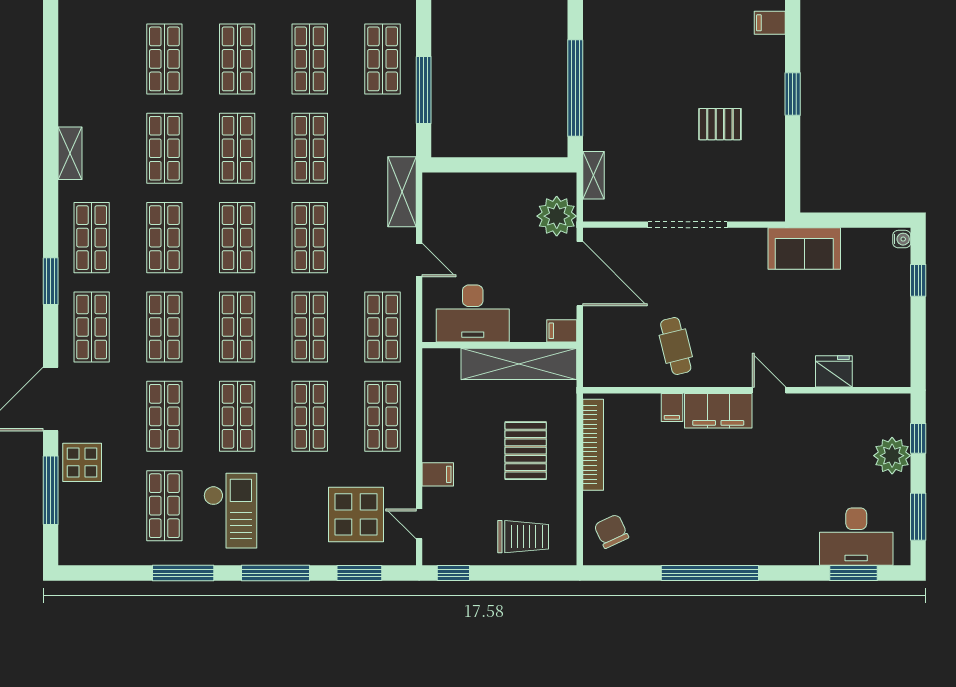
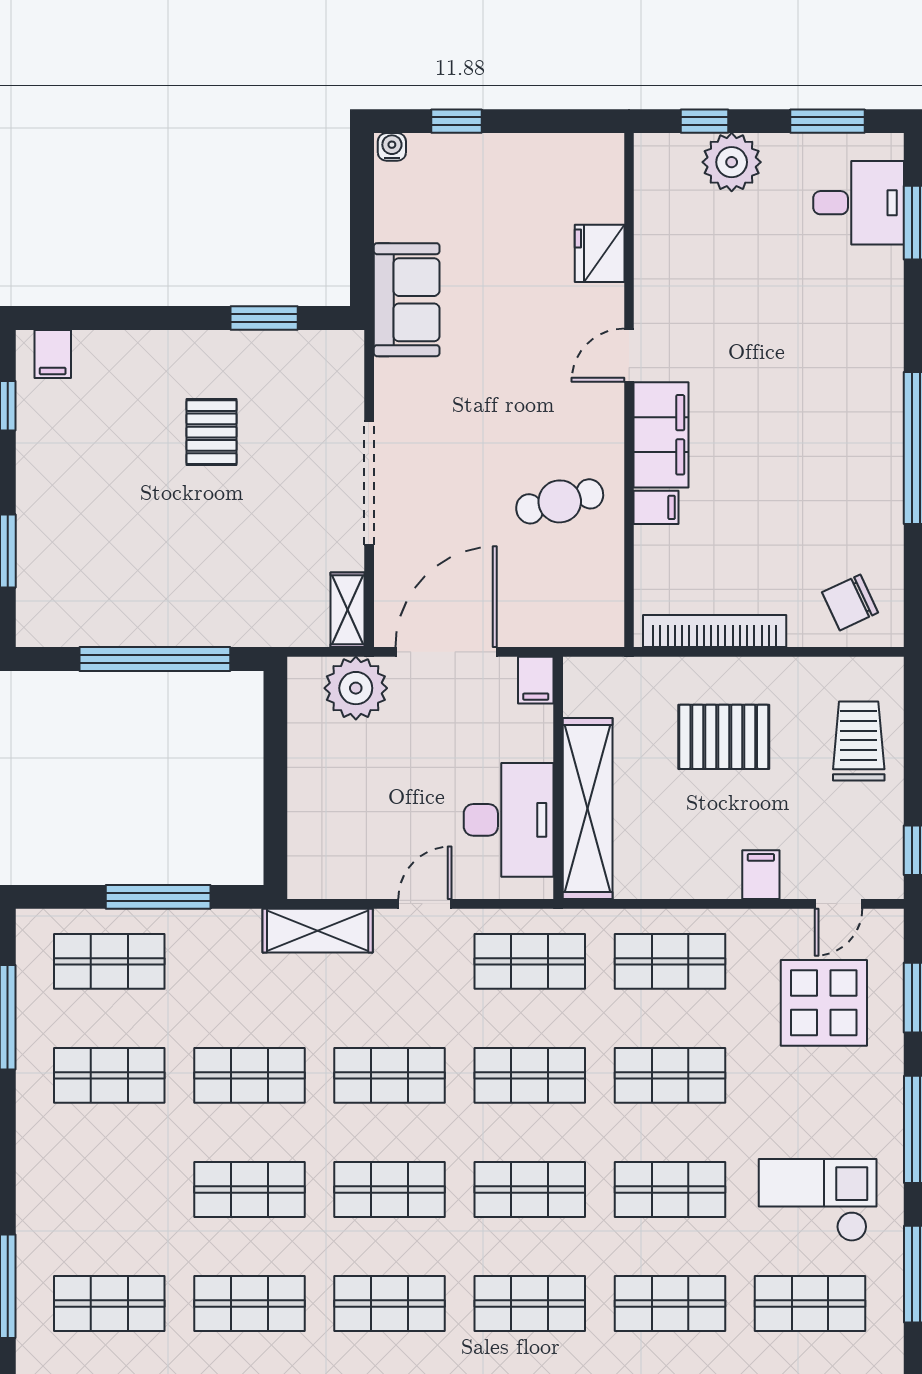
shop shelf: (237, 59) -> (109, 1189), removed
window: (793, 94) -> (264, 318), moved
shelving: (594, 175) -> (348, 610), moved, turned 90
shelving: (519, 364) -> (588, 809), moved
desk: (856, 537) -> (859, 203), width x0.73

